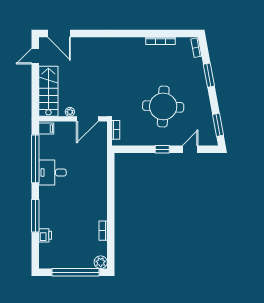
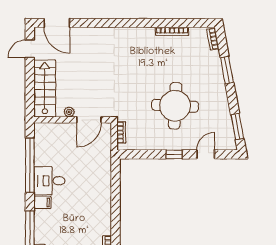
filing cabinet: (46, 129) -> (42, 202), moved

